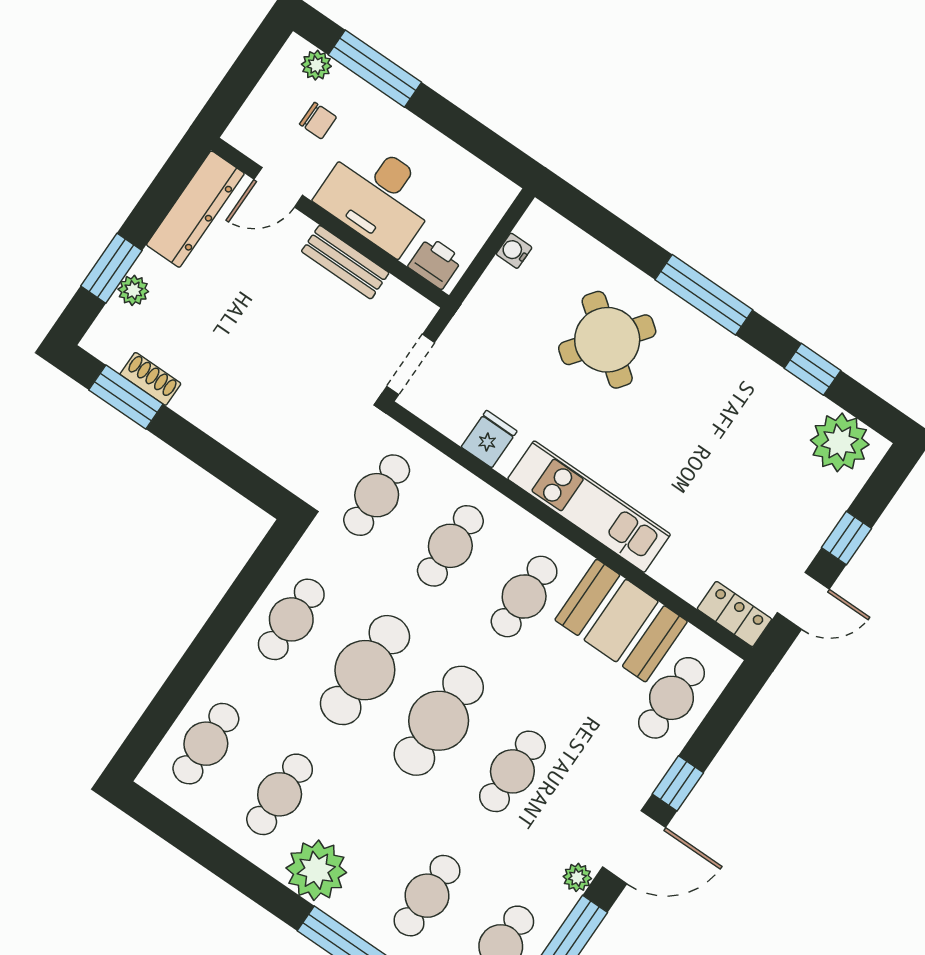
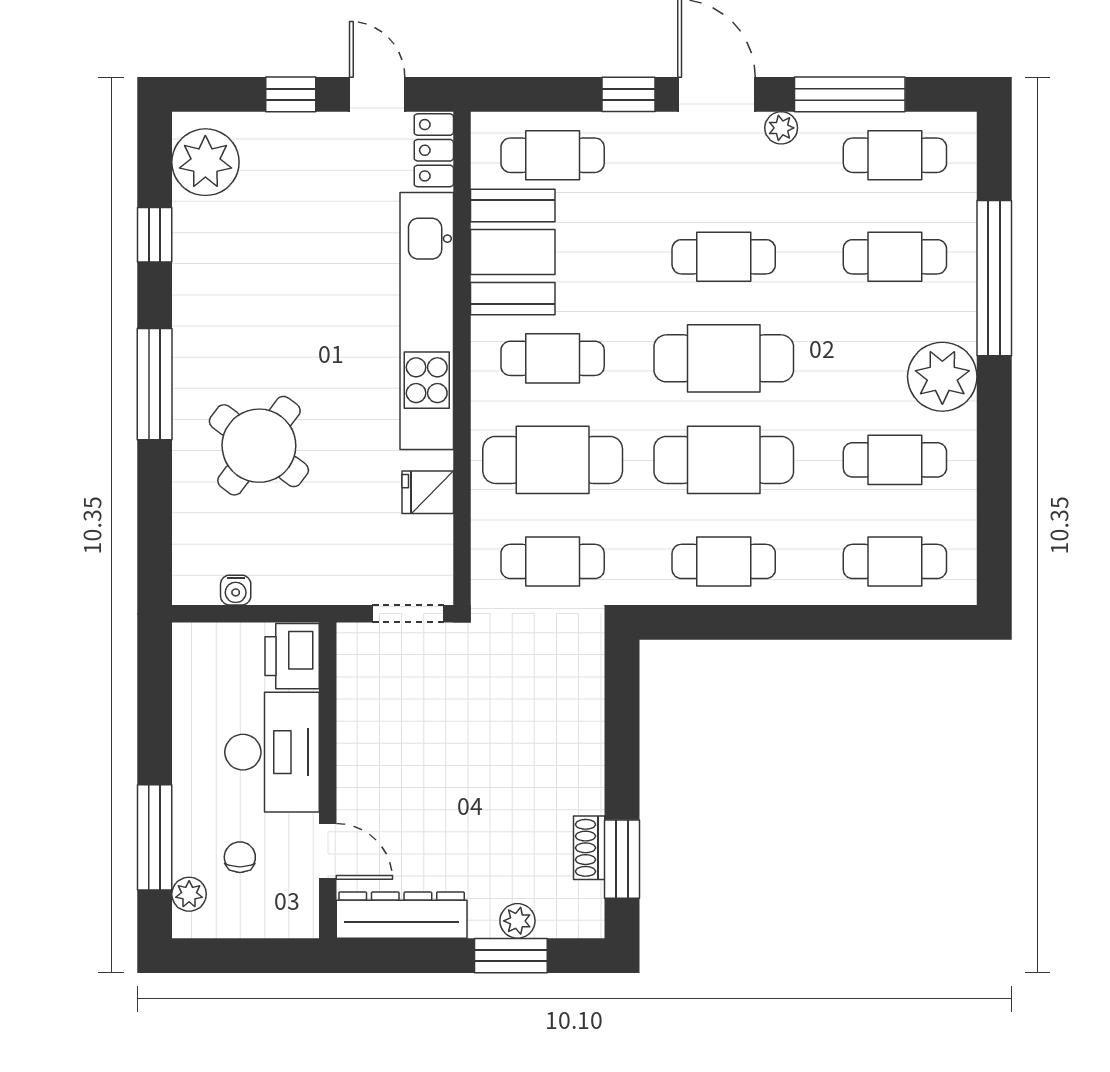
bench: (345, 262) -> (355, 741), removed
printer: (435, 263) -> (292, 656), width x1.36, depth x1.24
kitchen unit: (589, 507) -> (427, 321), width x1.36
cafe table: (450, 546) -> (553, 460), width x1.37, depth x1.35

